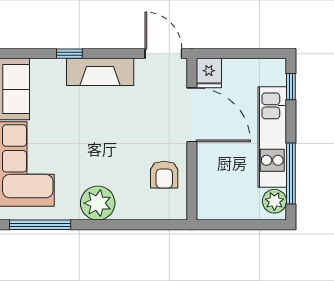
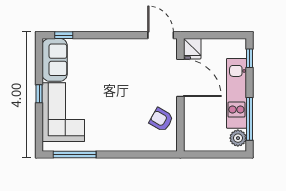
window: (69, 54) -> (64, 35), moved
fireplace: (100, 72) -> (116, 48), removed
armchair: (164, 175) -> (161, 120), turned 120
plant: (98, 203) -> (115, 139), removed

